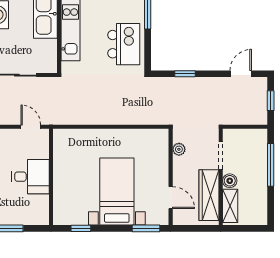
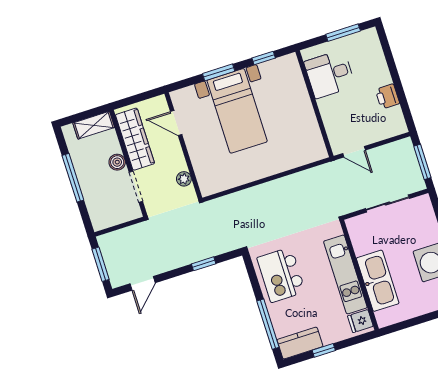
window: (271, 101) -> (101, 264), width x1.50
window: (271, 165) -> (73, 178), moved
desk: (30, 177) -> (330, 74), moved
shelving: (230, 206) -> (94, 125), moved, turned 90
window: (146, 228) -> (219, 72), moved

